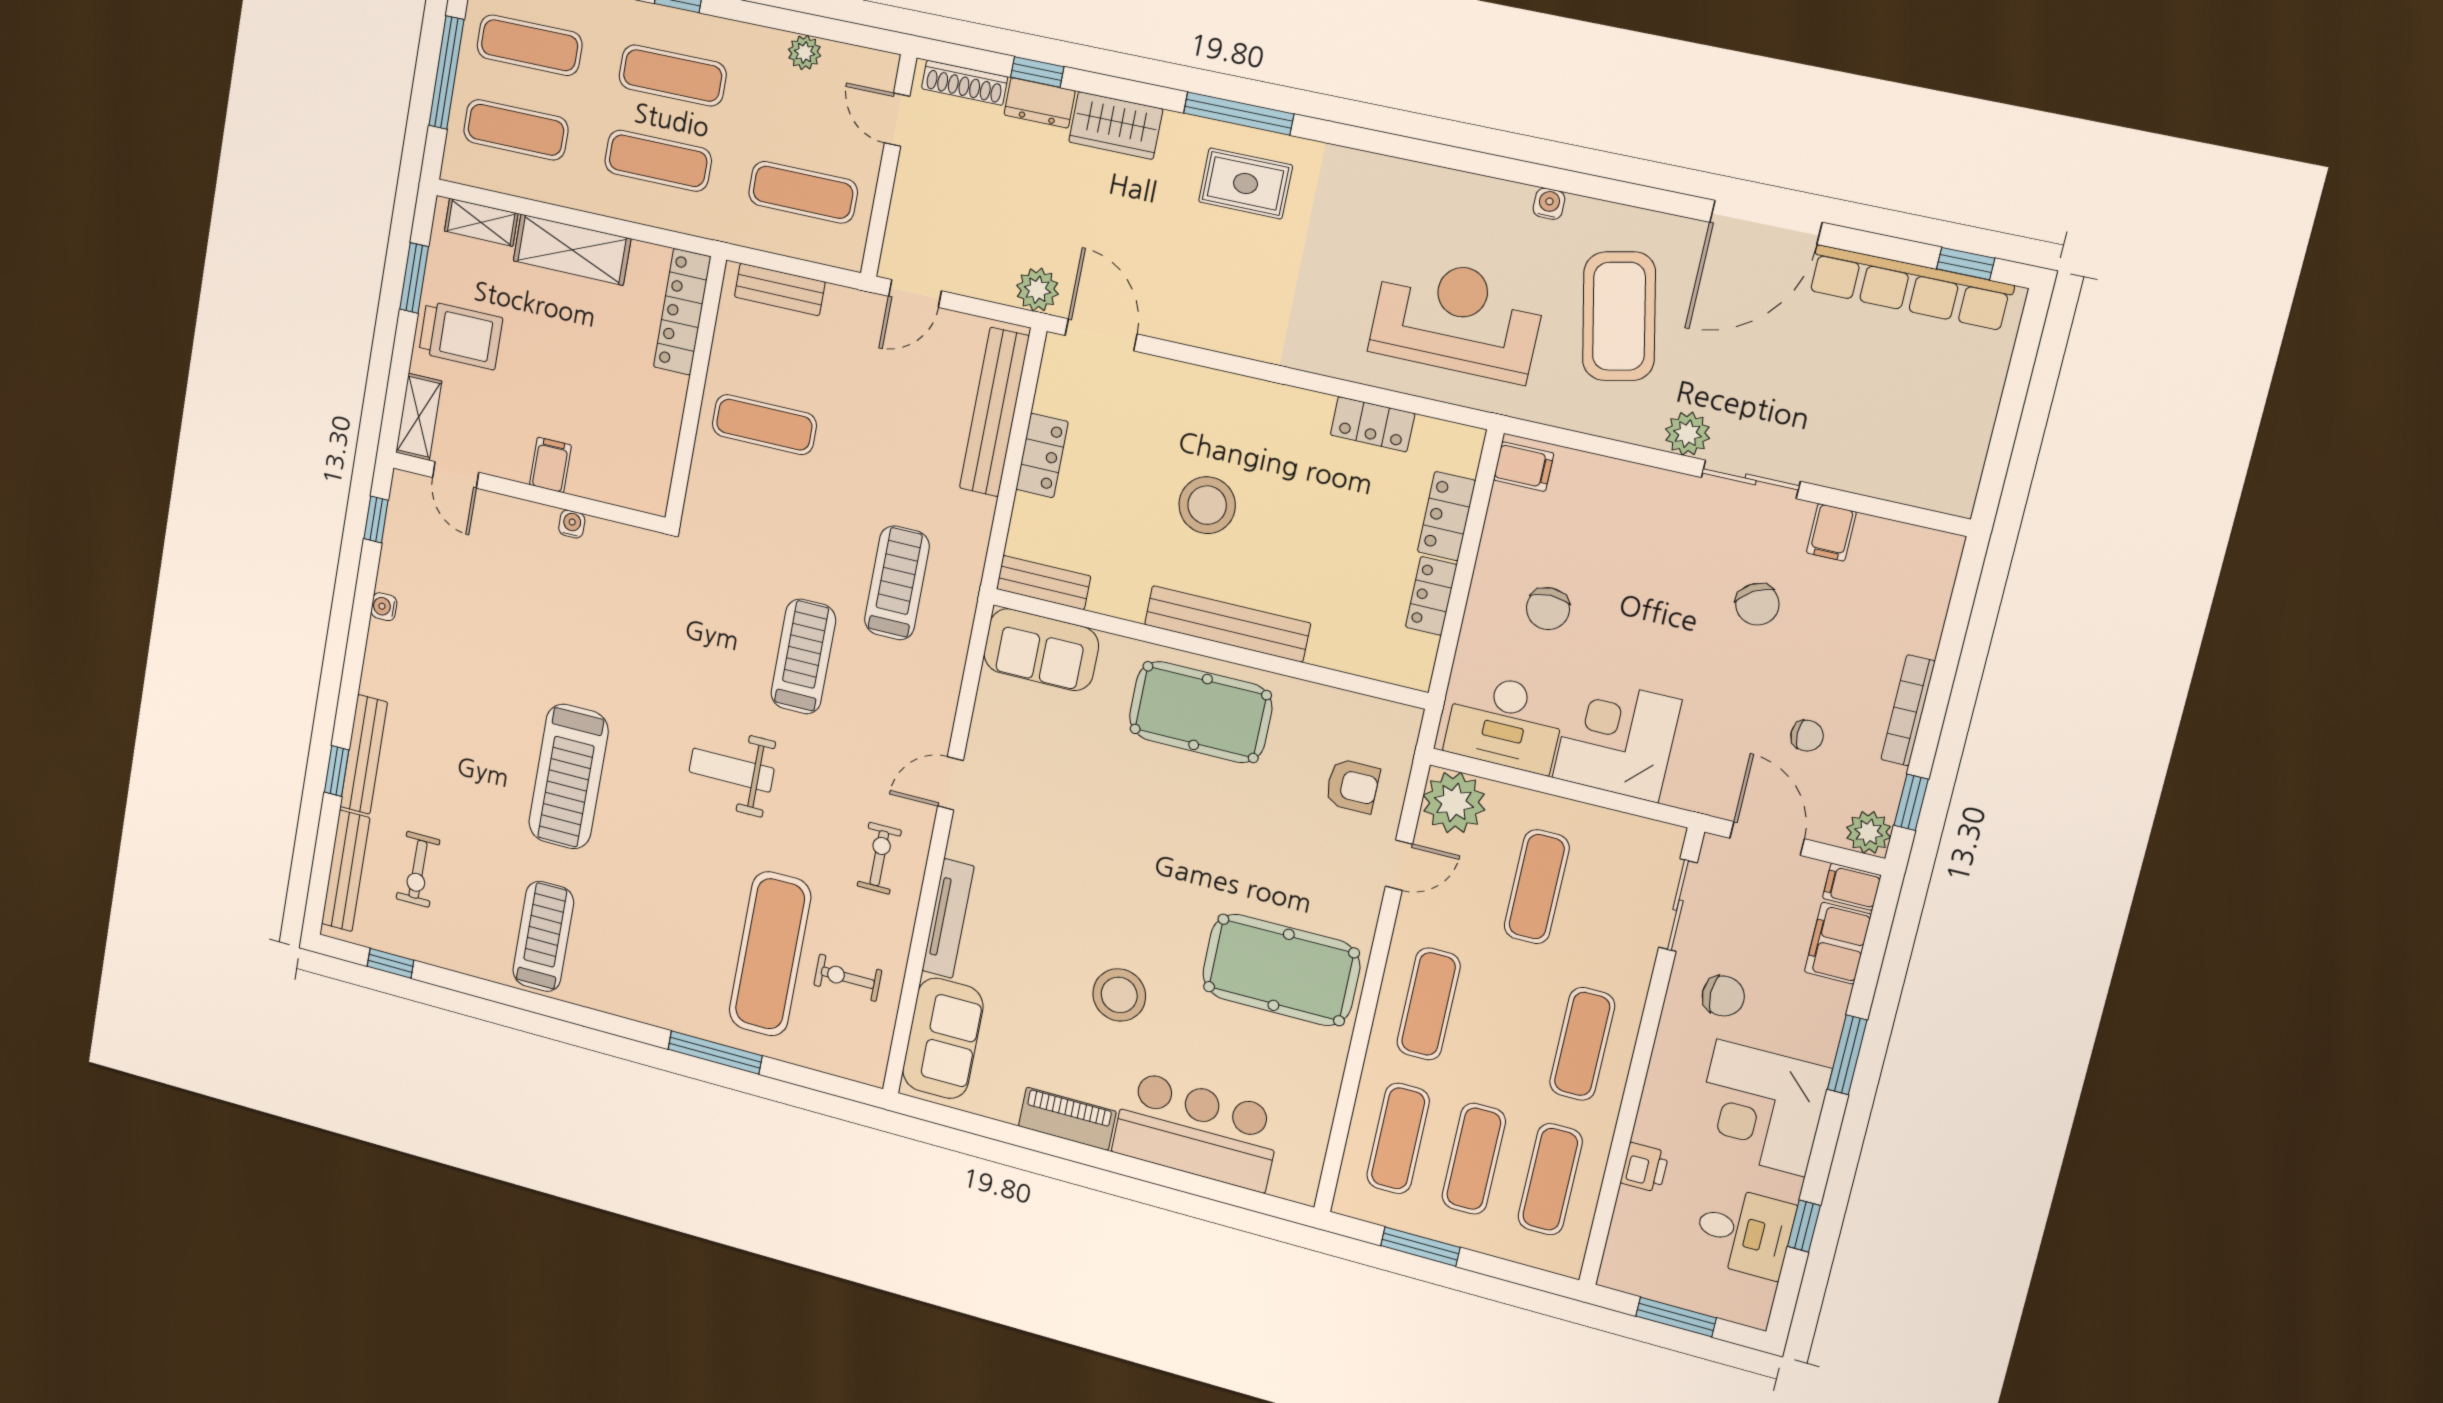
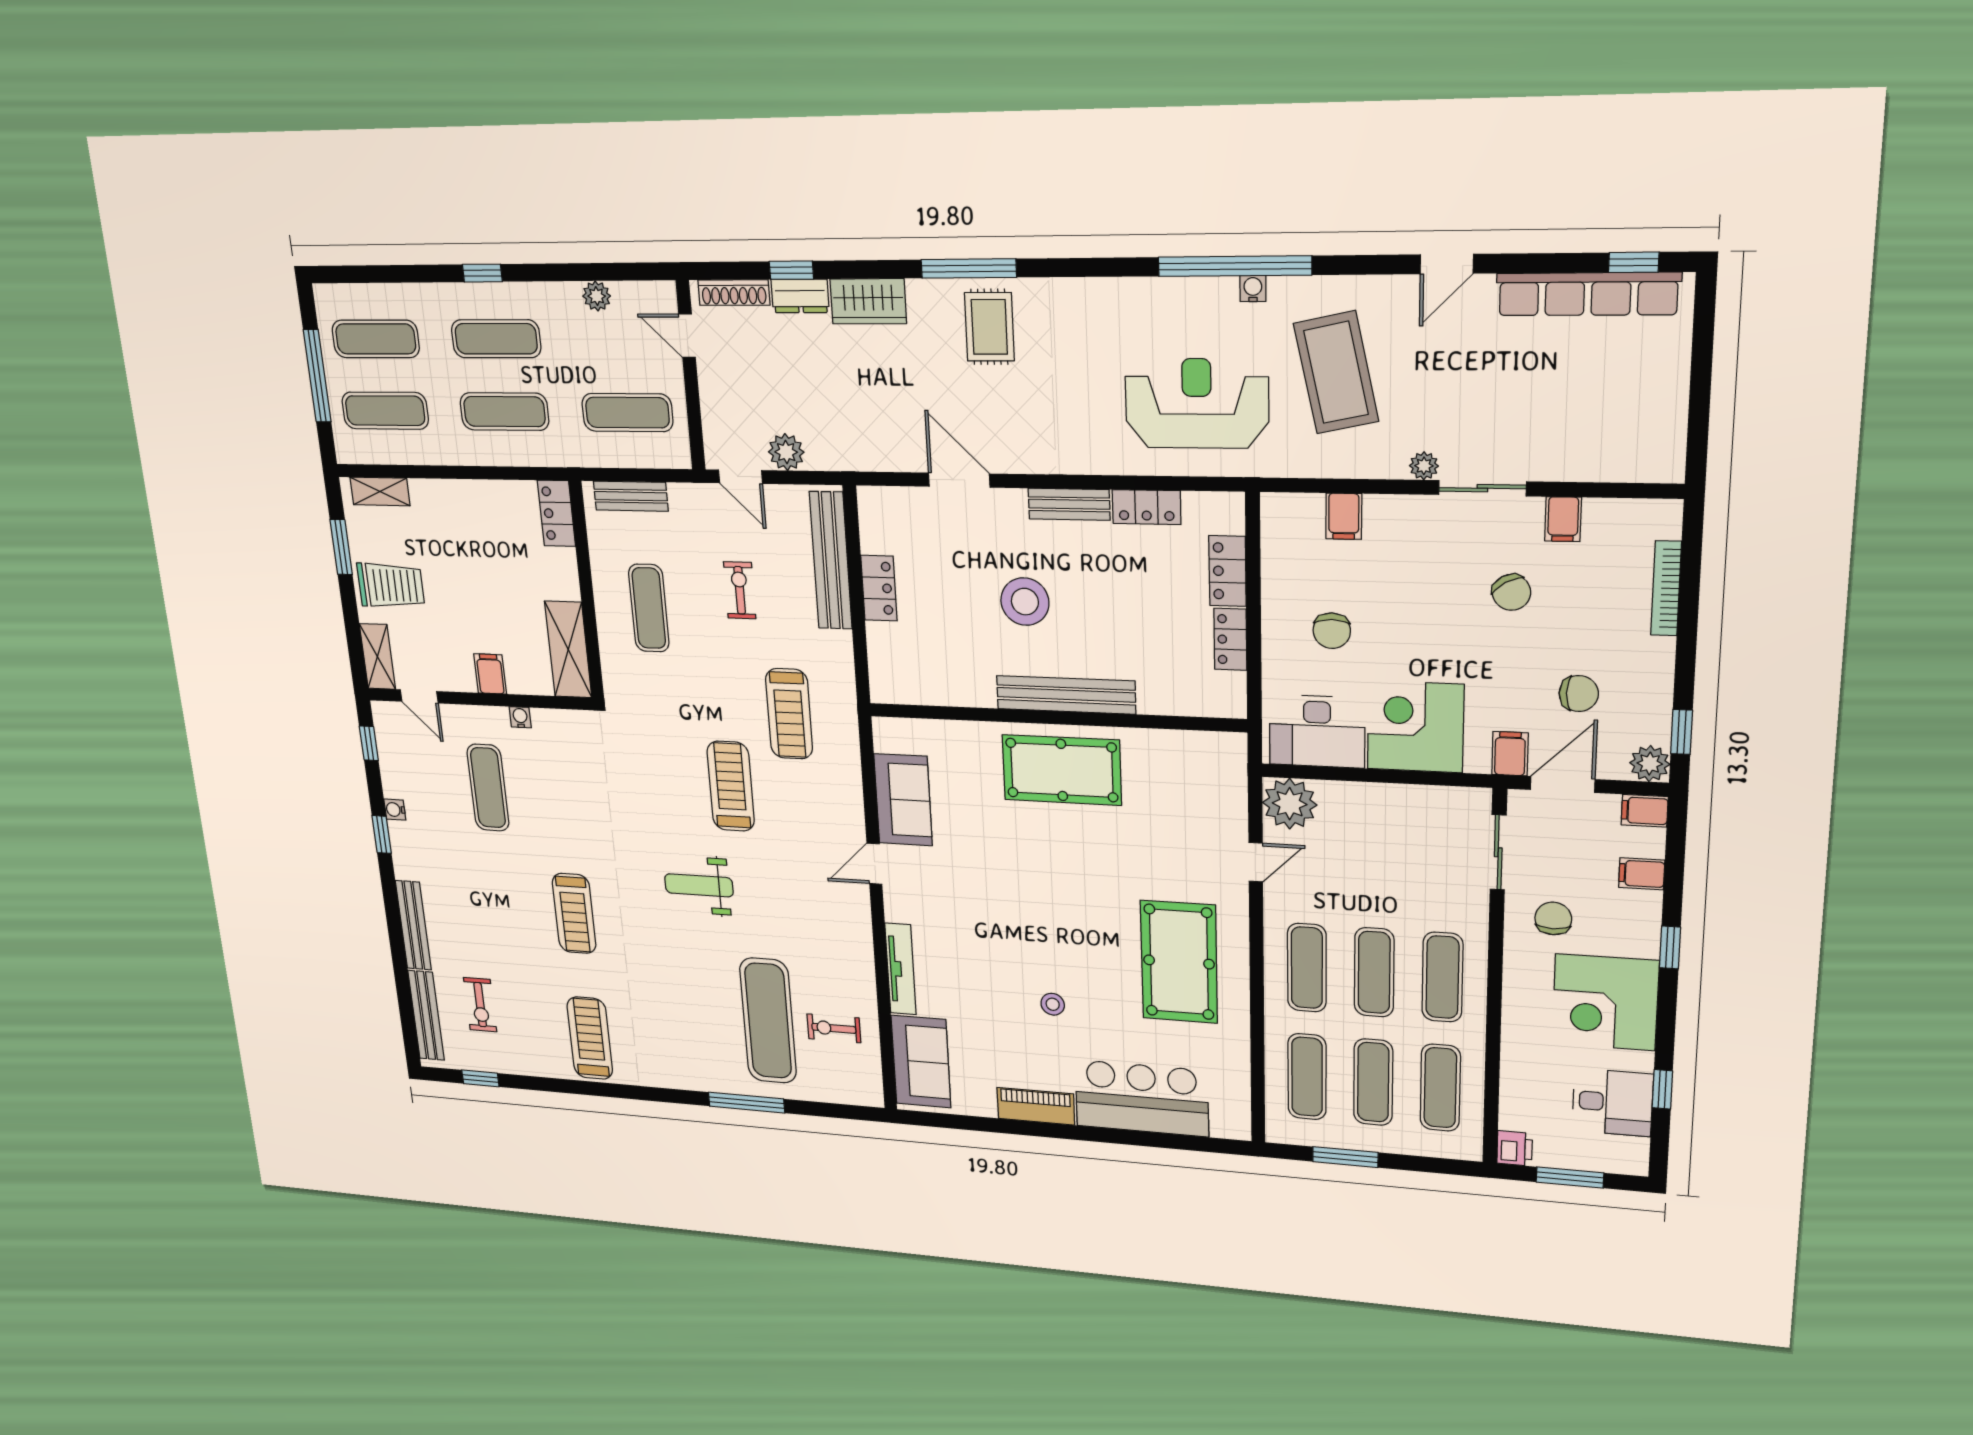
window: (1535, 175) -> (1235, 266), added
rug: (1245, 183) -> (989, 327), turned 90
door: (1766, 222) -> (1447, 264), width x0.53
shelving: (572, 250) -> (568, 650), moved, turned 90
plant: (1037, 290) -> (786, 452), moved
door: (915, 293) -> (740, 477), hinge flipped
locker: (682, 312) -> (556, 513), width x0.66
door: (1101, 335) -> (959, 480), moved
exercise mat: (764, 425) -> (649, 608), turned 90
plant: (1687, 434) -> (1424, 466), width x0.73, depth x0.73
filing cabinet: (1524, 467) -> (1344, 516), moved, turned 90
bench: (1043, 582) -> (1069, 504), moved
treadmill: (897, 583) -> (789, 714), turned 180
exercise mat: (507, 602) -> (488, 788), added
sofa: (1041, 650) -> (903, 800), moved, turned -90
bookcase: (1908, 710) -> (1666, 588), moved
chair: (1807, 736) -> (1579, 694), width x1.37, depth x1.37
window: (337, 771) -> (382, 834), moved
treadmill: (568, 777) -> (574, 914), width x0.73, depth x0.73
armchair: (1352, 786) -> (1202, 806), removed
filing cabinet: (1716, 791) -> (1510, 754), added
door: (1767, 838) -> (1563, 785), hinge flipped
exercise bike: (879, 858) -> (740, 590), moved
exercise mat: (1537, 887) -> (1374, 972), moved
filing cabinet: (1838, 943) -> (1642, 874), width x0.50
pool table: (1281, 970) -> (1179, 962), turned 90
stool: (1119, 995) -> (1053, 1004), width x0.53, depth x0.53
chair: (1723, 996) -> (1553, 919), turned -90
window: (1847, 1055) -> (1670, 947), width x0.67
printer: (1645, 1168) -> (1515, 1148), moved

